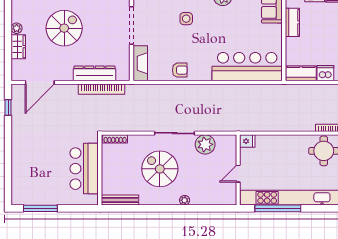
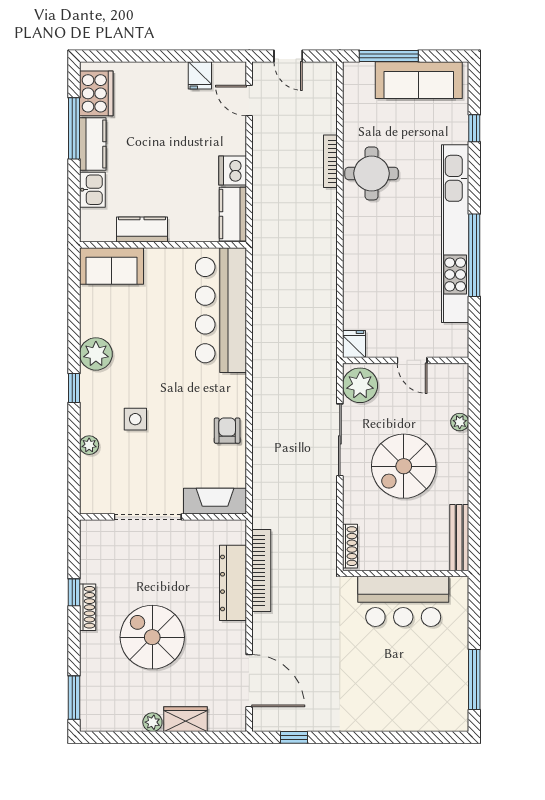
fridge: (247, 141) -> (354, 344), moved
wall: (238, 170) -> (406, 360), moved
door: (238, 174) -> (412, 360), moved

